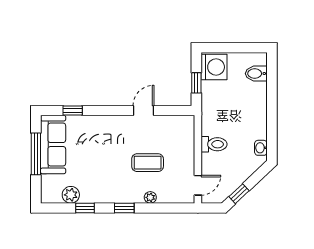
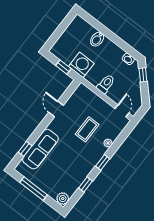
washing machine: (214, 67) -> (81, 65), moved
bidet: (256, 74) -> (97, 39), moved
sofa: (53, 145) -> (40, 149), moved, turned 90
window: (239, 194) -> (143, 75), moved
plant: (71, 195) -> (63, 199), moved

